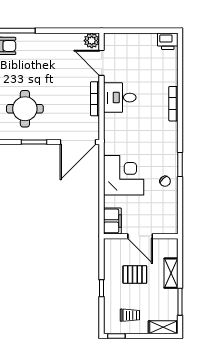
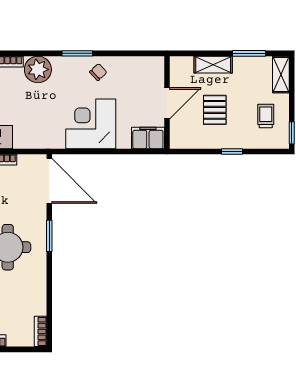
plant: (167, 133) -> (38, 69), added

